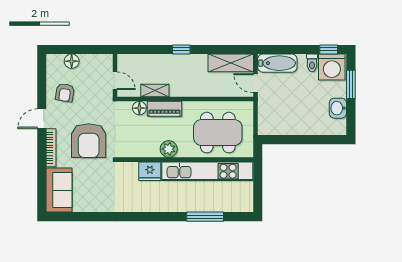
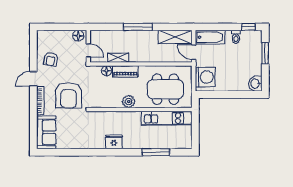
window: (181, 49) -> (138, 27), width x2.17
floor lamp: (72, 61) -> (78, 36), moved
washing machine: (332, 67) -> (205, 77), moved, turned -90
washbasin: (338, 108) -> (255, 84), moved
fridge: (150, 171) -> (114, 142), moved, turned 180
kitchen unit: (207, 171) -> (166, 118), width x0.73

